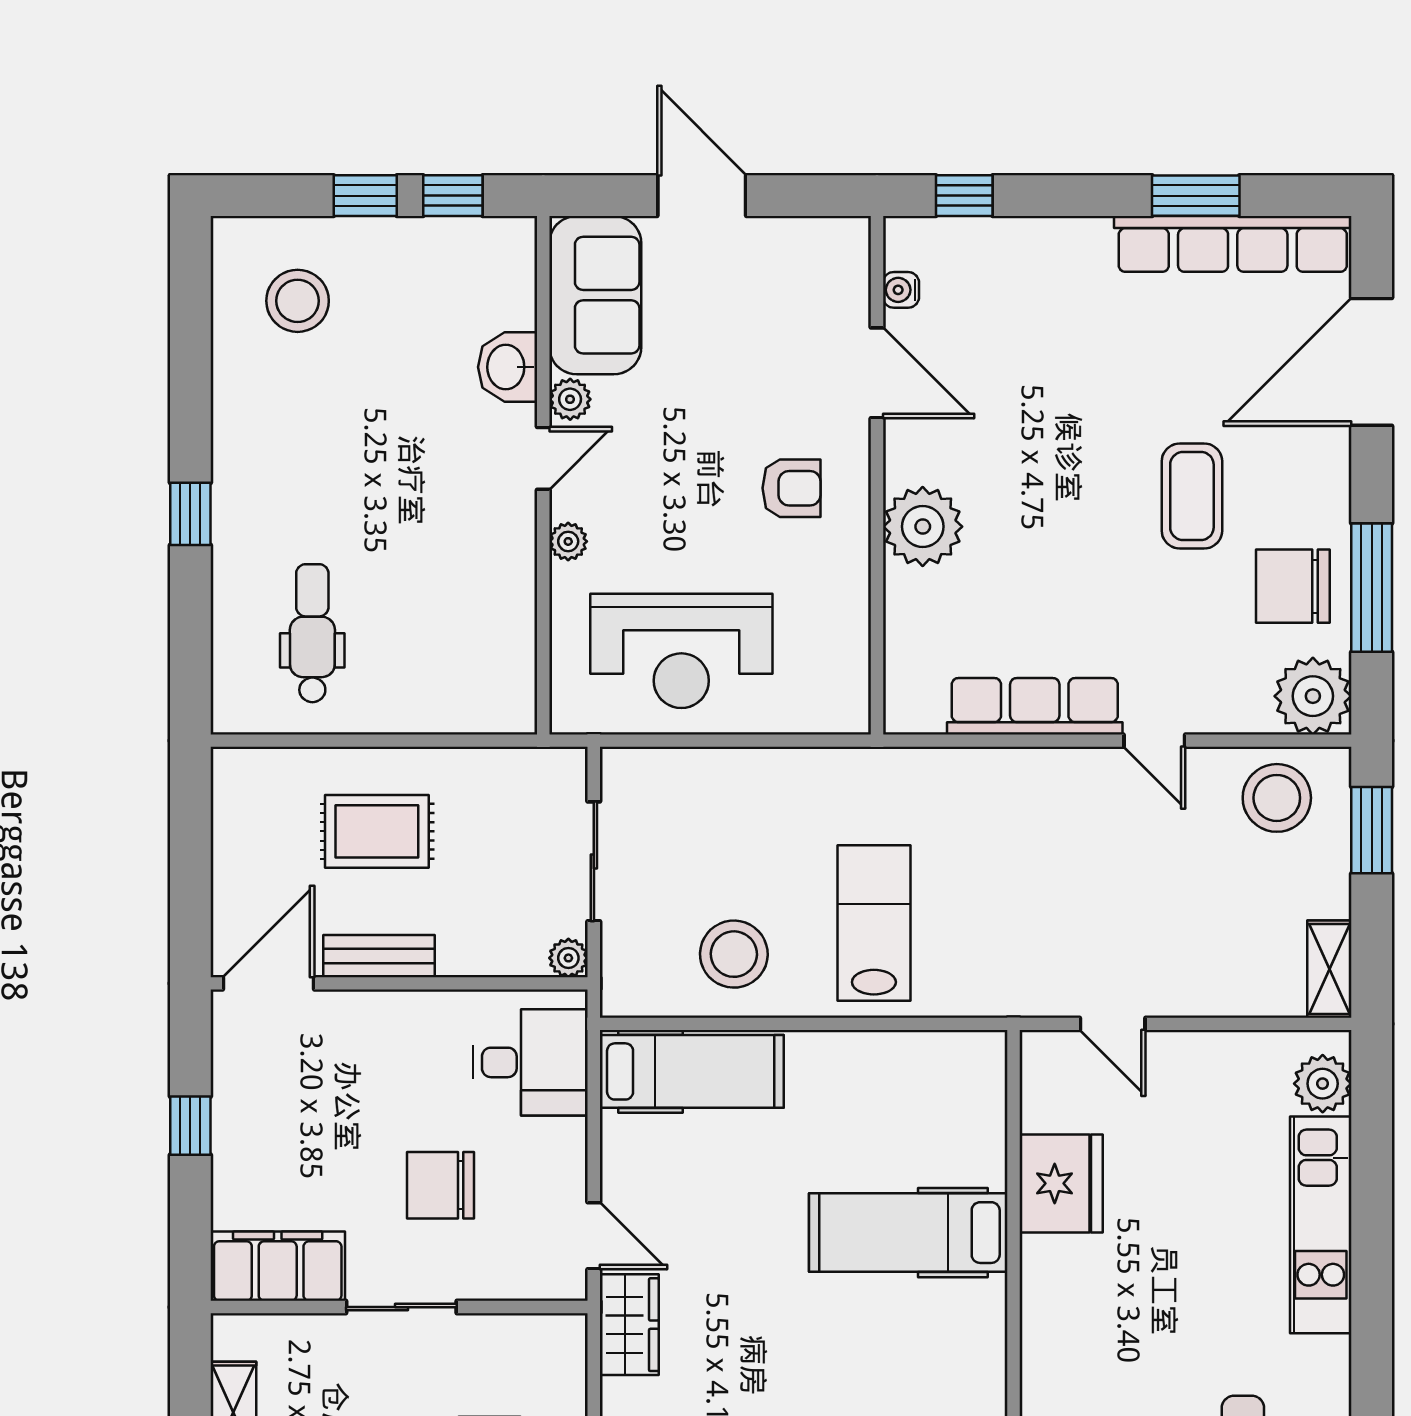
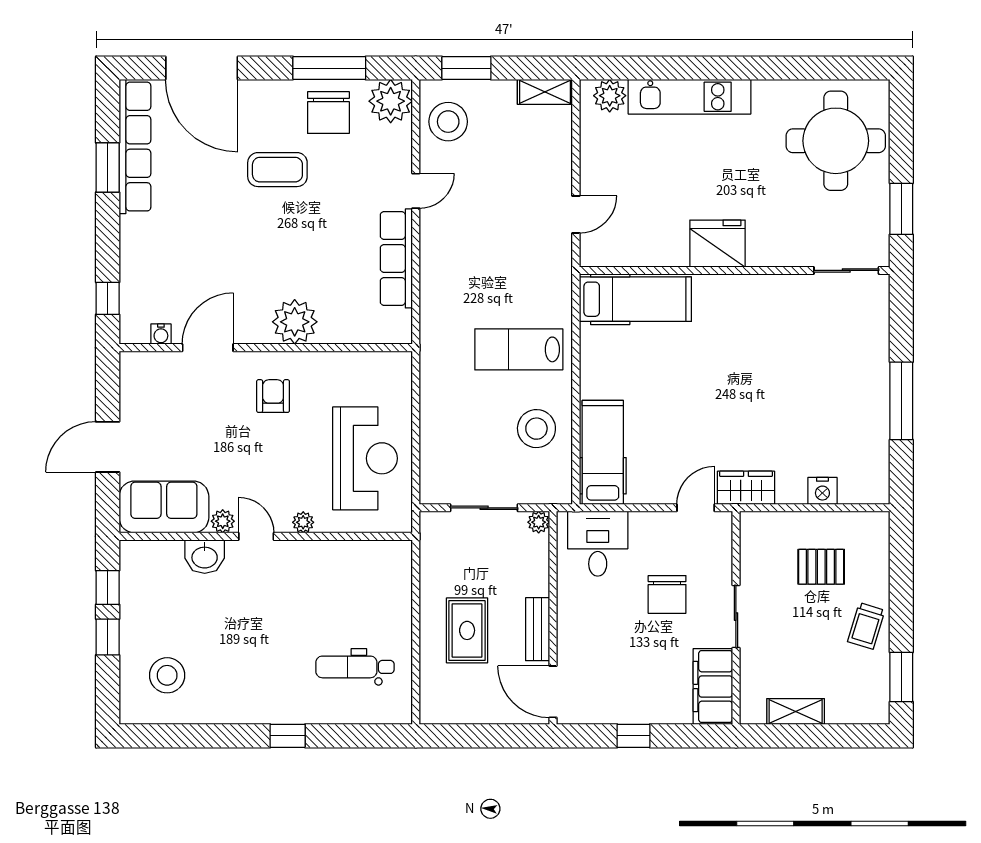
fridge: (1061, 1183) -> (718, 244), moved
hospital bed: (908, 1233) -> (635, 299), moved, turned -90

